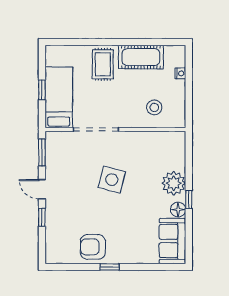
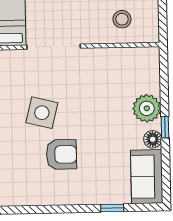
side table: (112, 180) -> (42, 113), moved
armchair: (93, 247) -> (61, 154), moved, turned 180
window: (110, 267) -> (112, 208), moved

